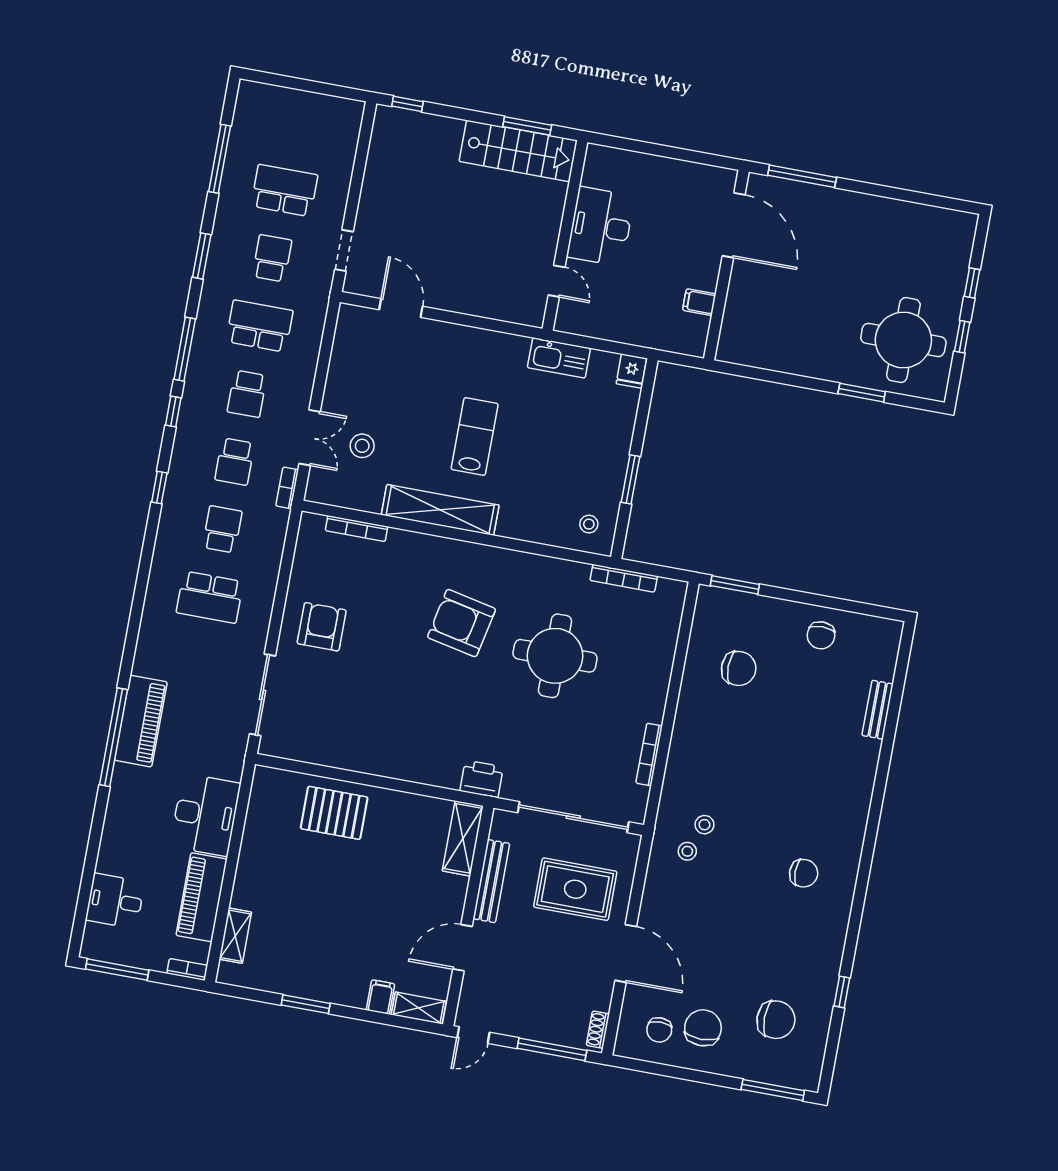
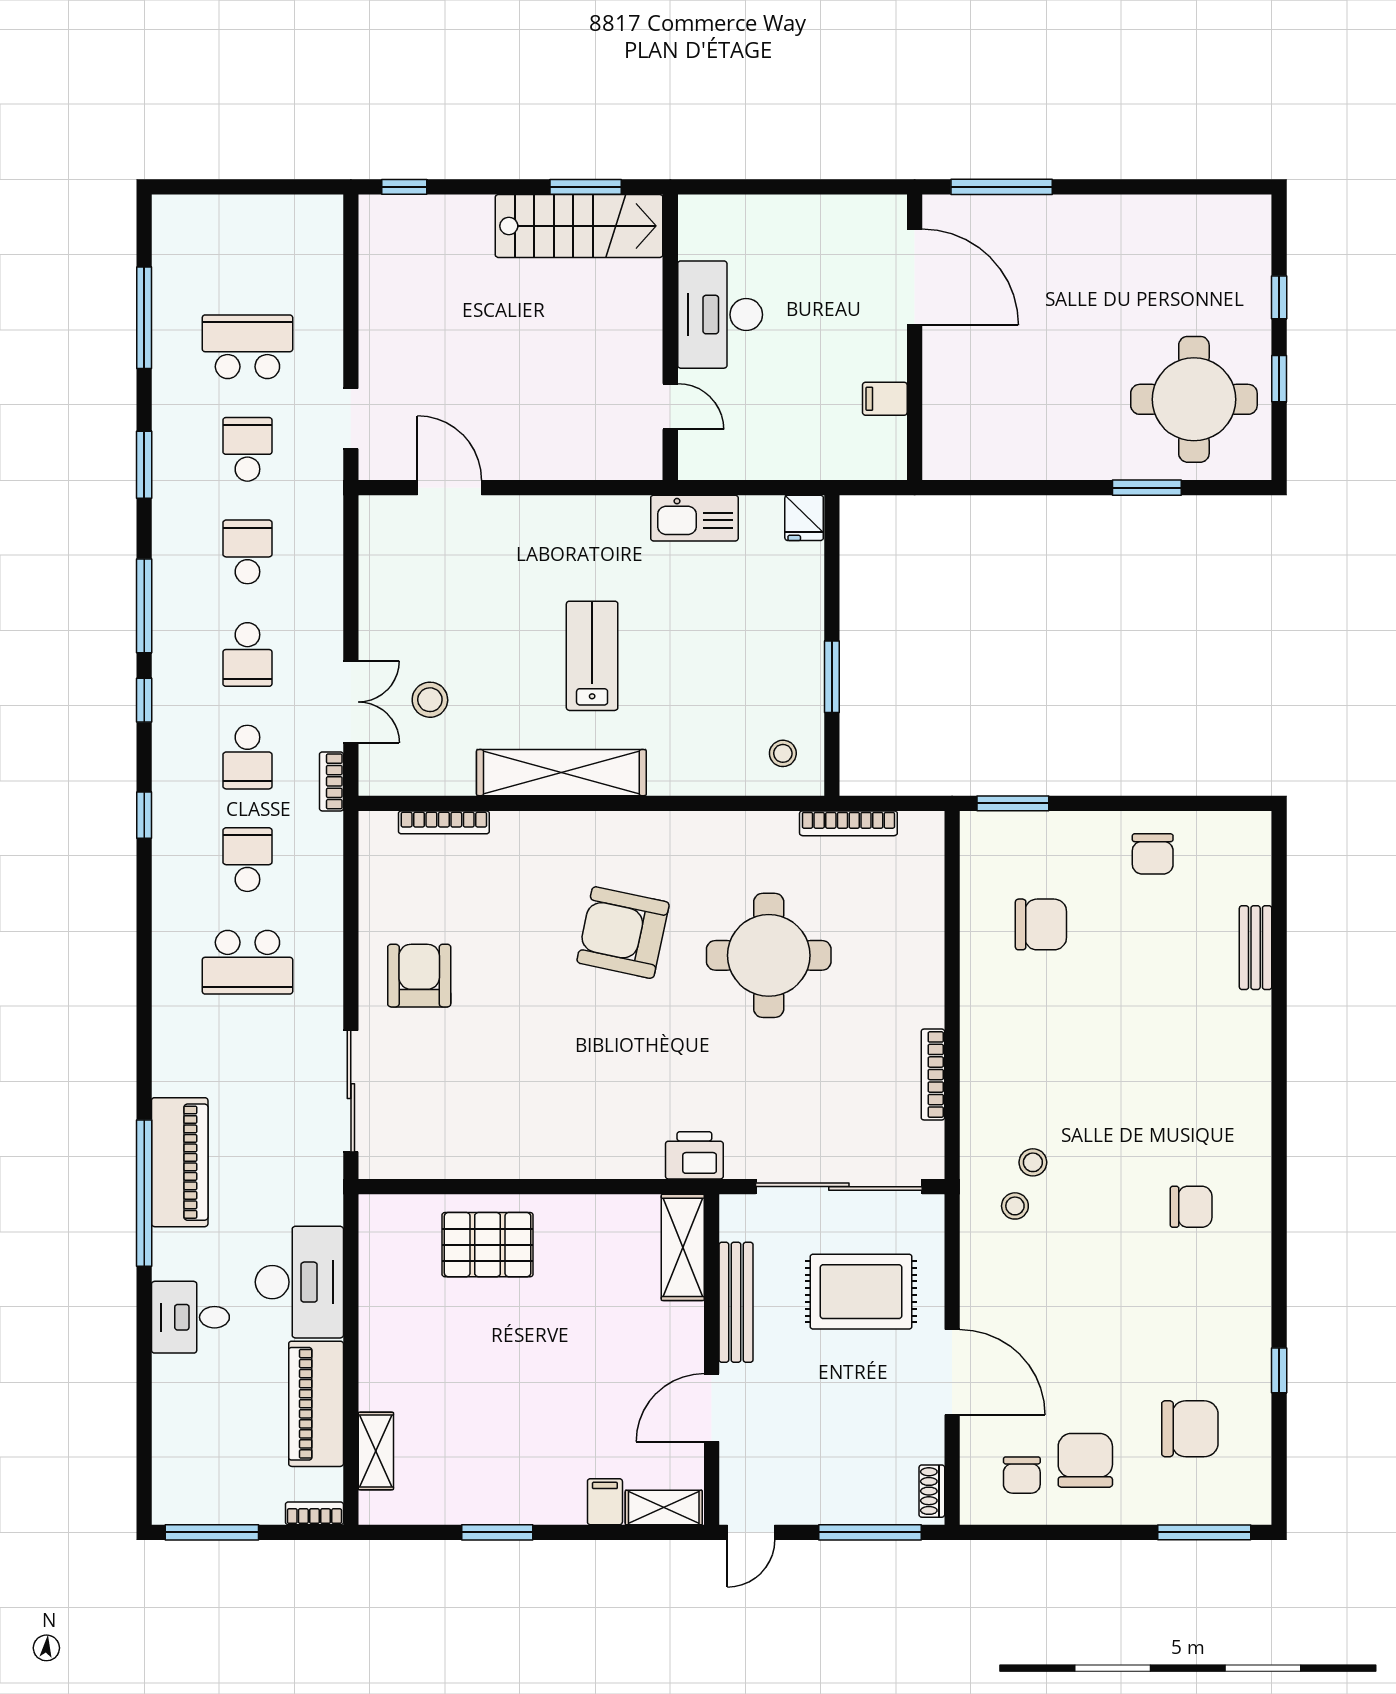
school desk: (260, 326) -> (247, 552), width x0.54
desk: (115, 901) -> (190, 1317), moved

